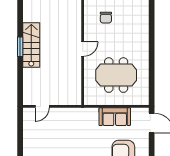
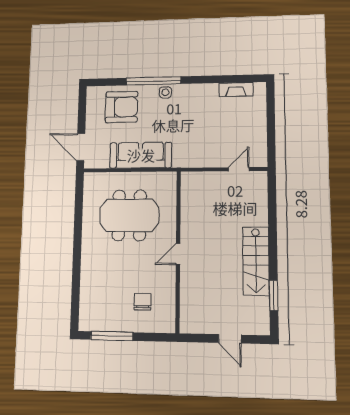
window: (20, 47) -> (274, 295), moved
sofa: (115, 117) -> (141, 155), width x1.36

